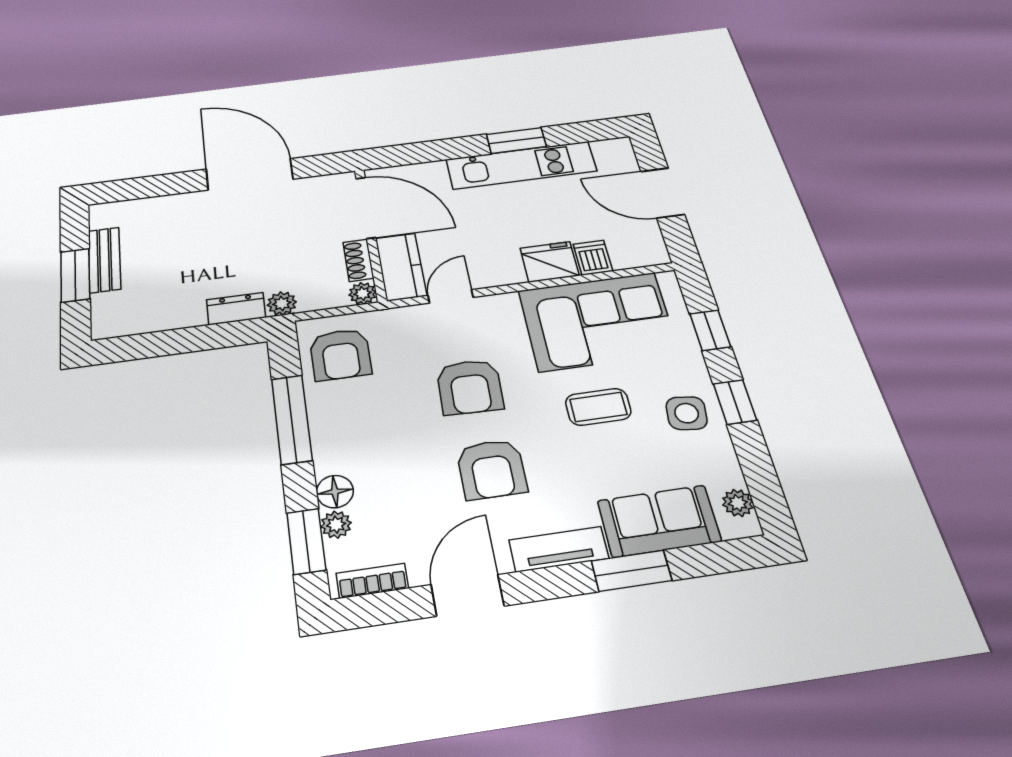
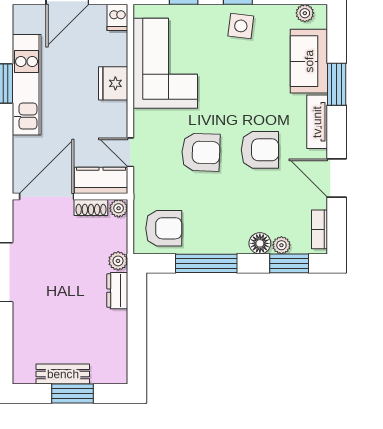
dishwasher: (593, 258) -> (117, 17), moved, turned -90
coffee table: (598, 407) -> (228, 78), removed

